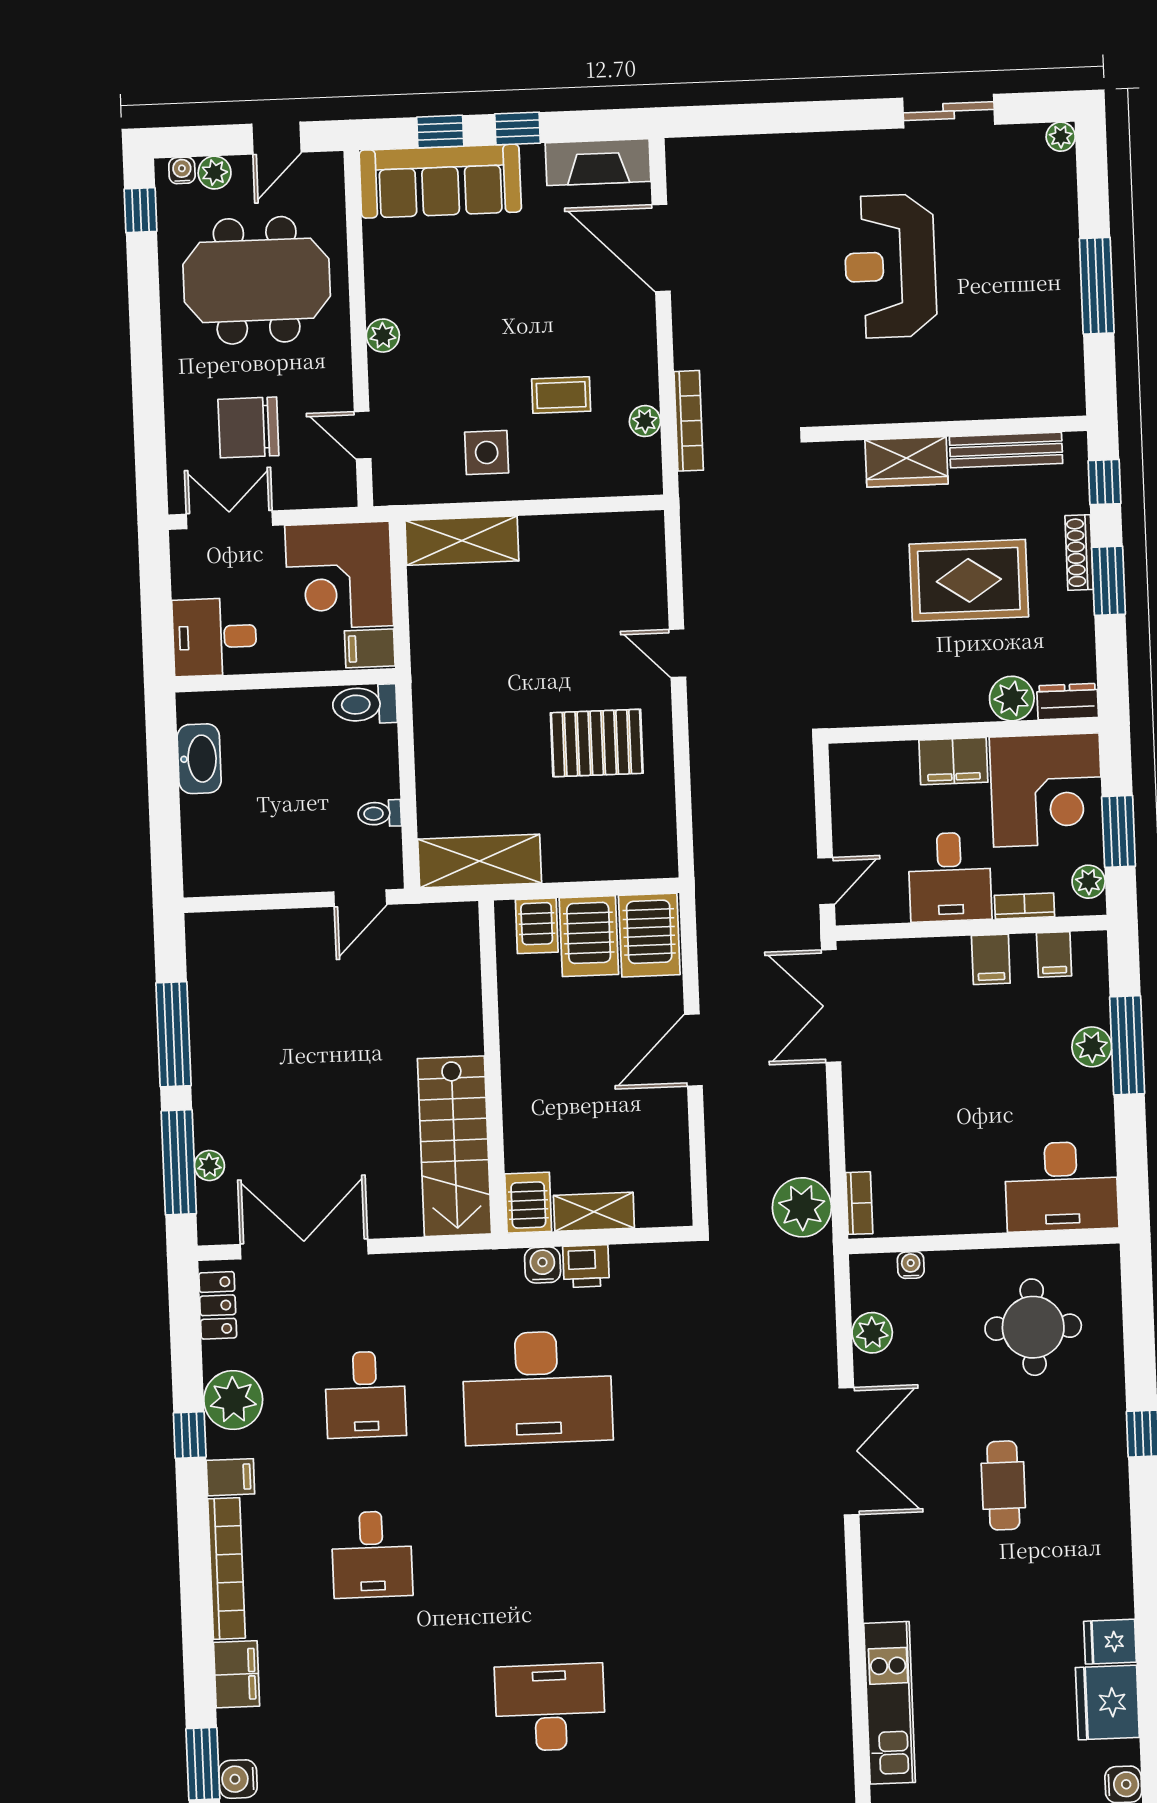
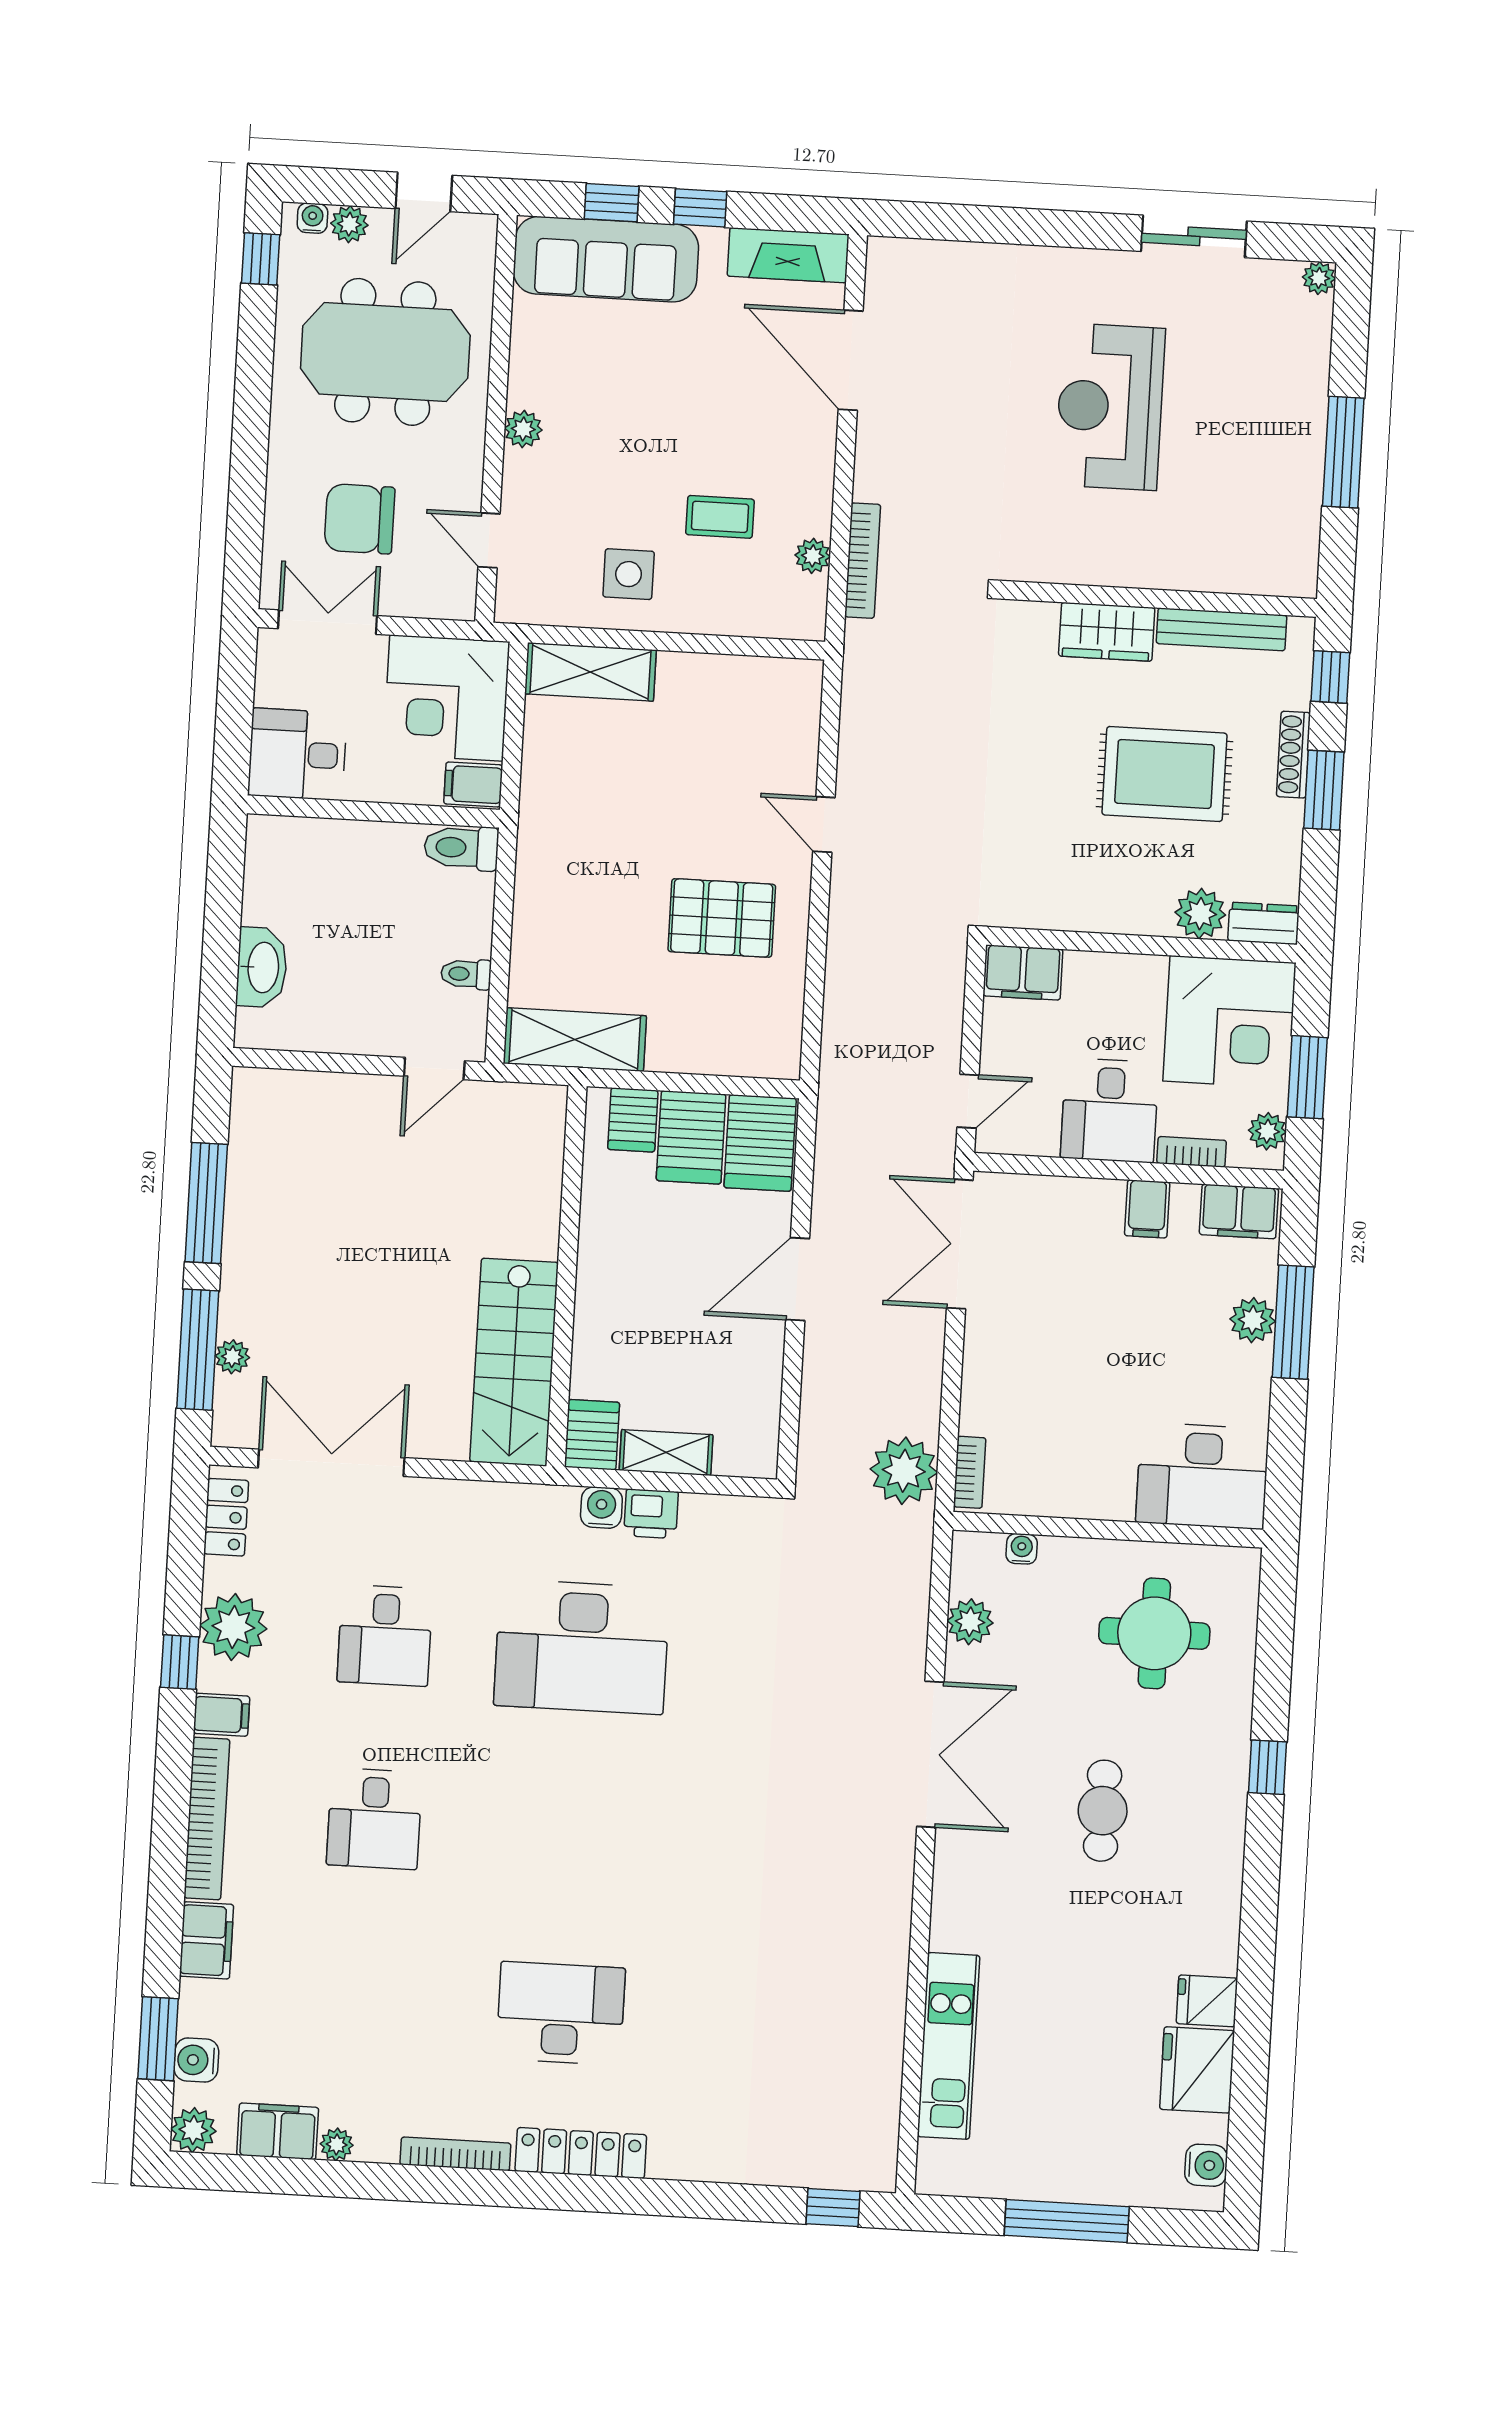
washbasin: (199, 759) -> (262, 967), moved
filing cabinet: (953, 761) -> (1023, 973), moved
filing cabinet: (1054, 954) -> (1239, 1211), width x2.00

